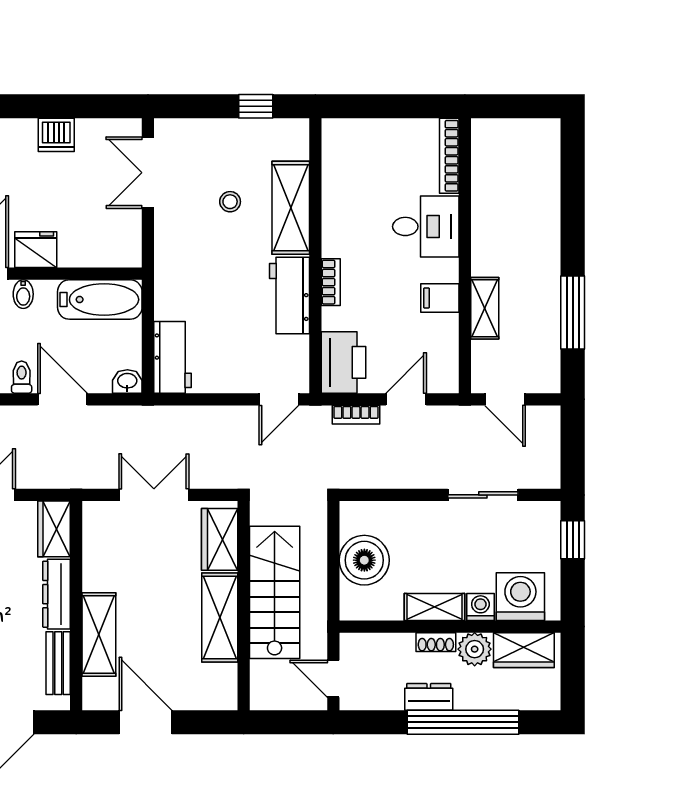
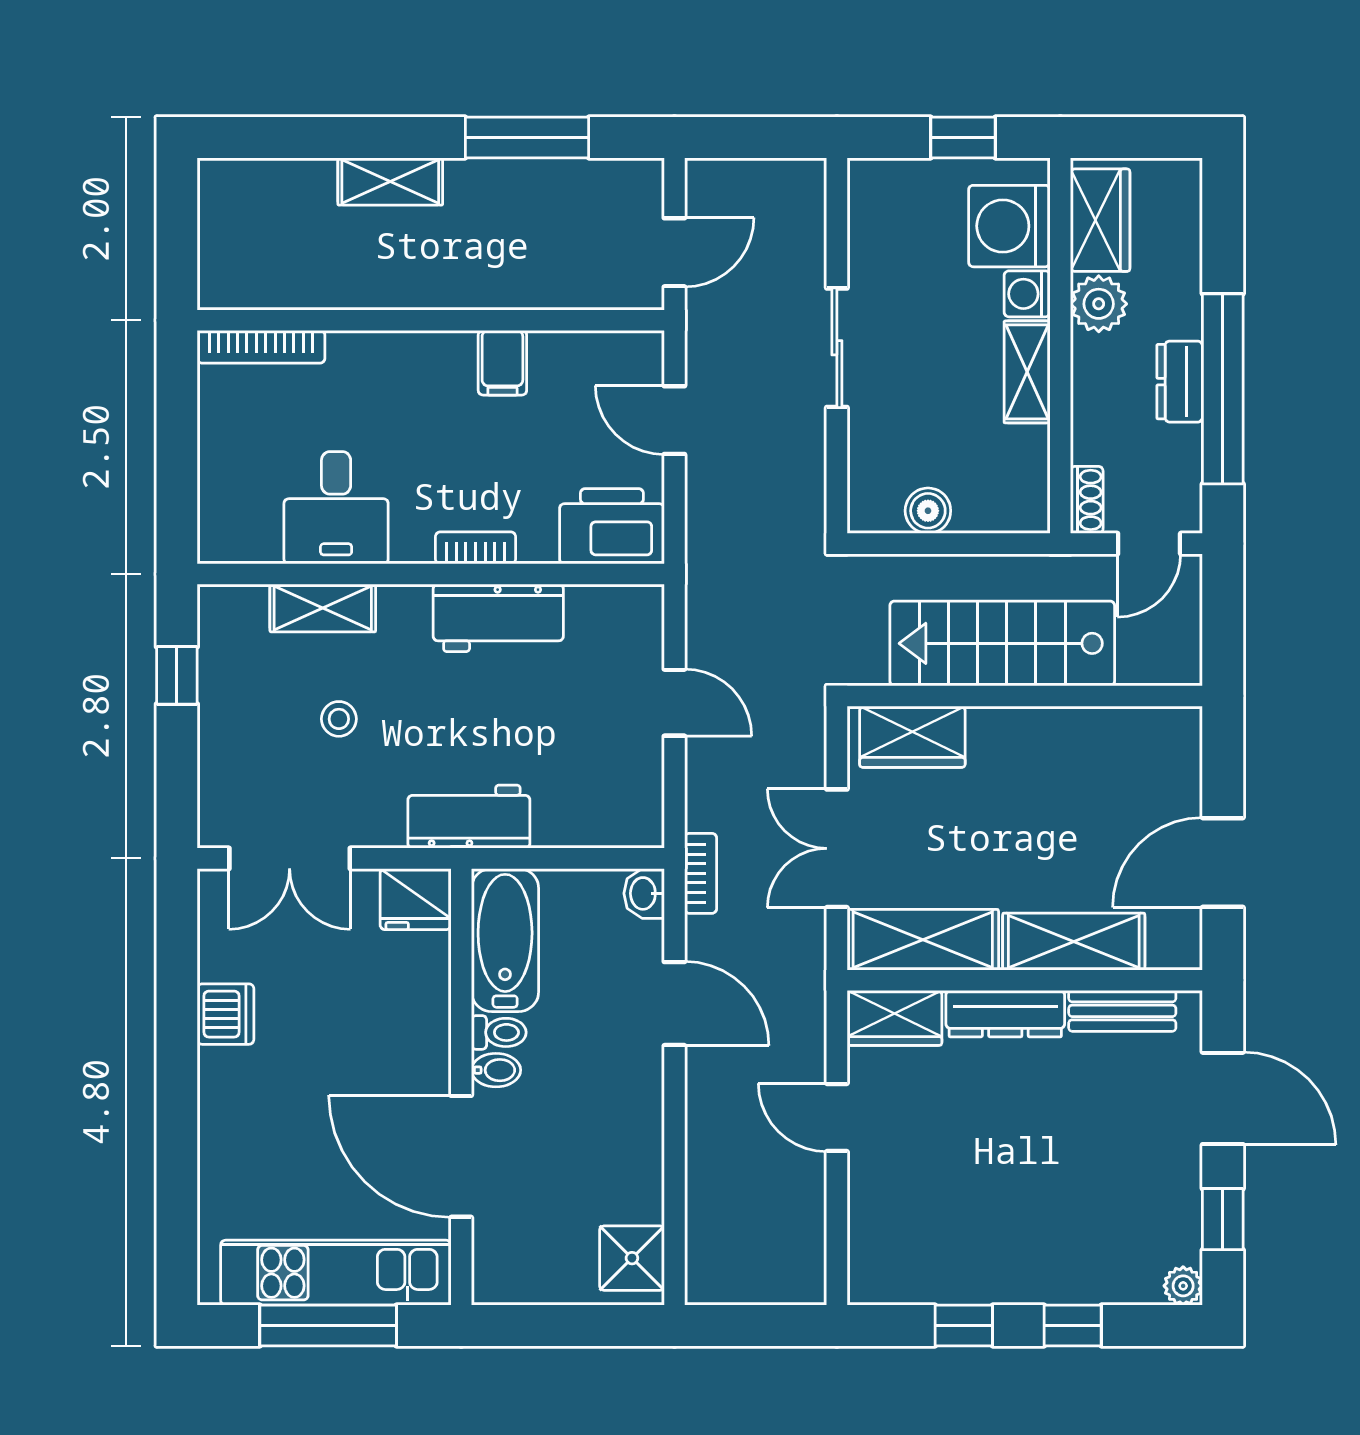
shelving: (291, 208) -> (323, 608), width x0.67, depth x0.75
desk: (426, 226) -> (336, 508), moved, turned 180
fridge: (36, 250) -> (416, 899), moved, turned -90
shelving: (485, 308) -> (390, 181), moved
workbench: (172, 357) -> (469, 817), moved
toilet: (22, 377) -> (499, 1032), moved, turned 180
door: (62, 399) -> (674, 1004), swing flipped
door: (279, 399) -> (674, 703), moved
bookcase: (356, 415) -> (701, 873), moved
sliding door: (483, 495) -> (837, 348), moved
window: (573, 540) -> (963, 137), moved
boiler: (364, 560) -> (928, 511), width x0.54, depth x0.54
shelving: (220, 617) -> (923, 940), moved
shoe rack: (436, 642) -> (1087, 500), moved
window: (463, 722) -> (1223, 389), moved

